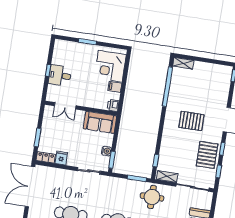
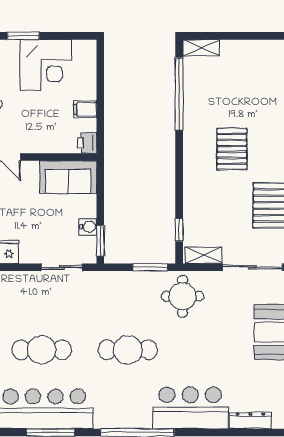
corner desk: (110, 66) -> (46, 65), moved, turned -90
pallet: (191, 121) -> (232, 149), turned 90

